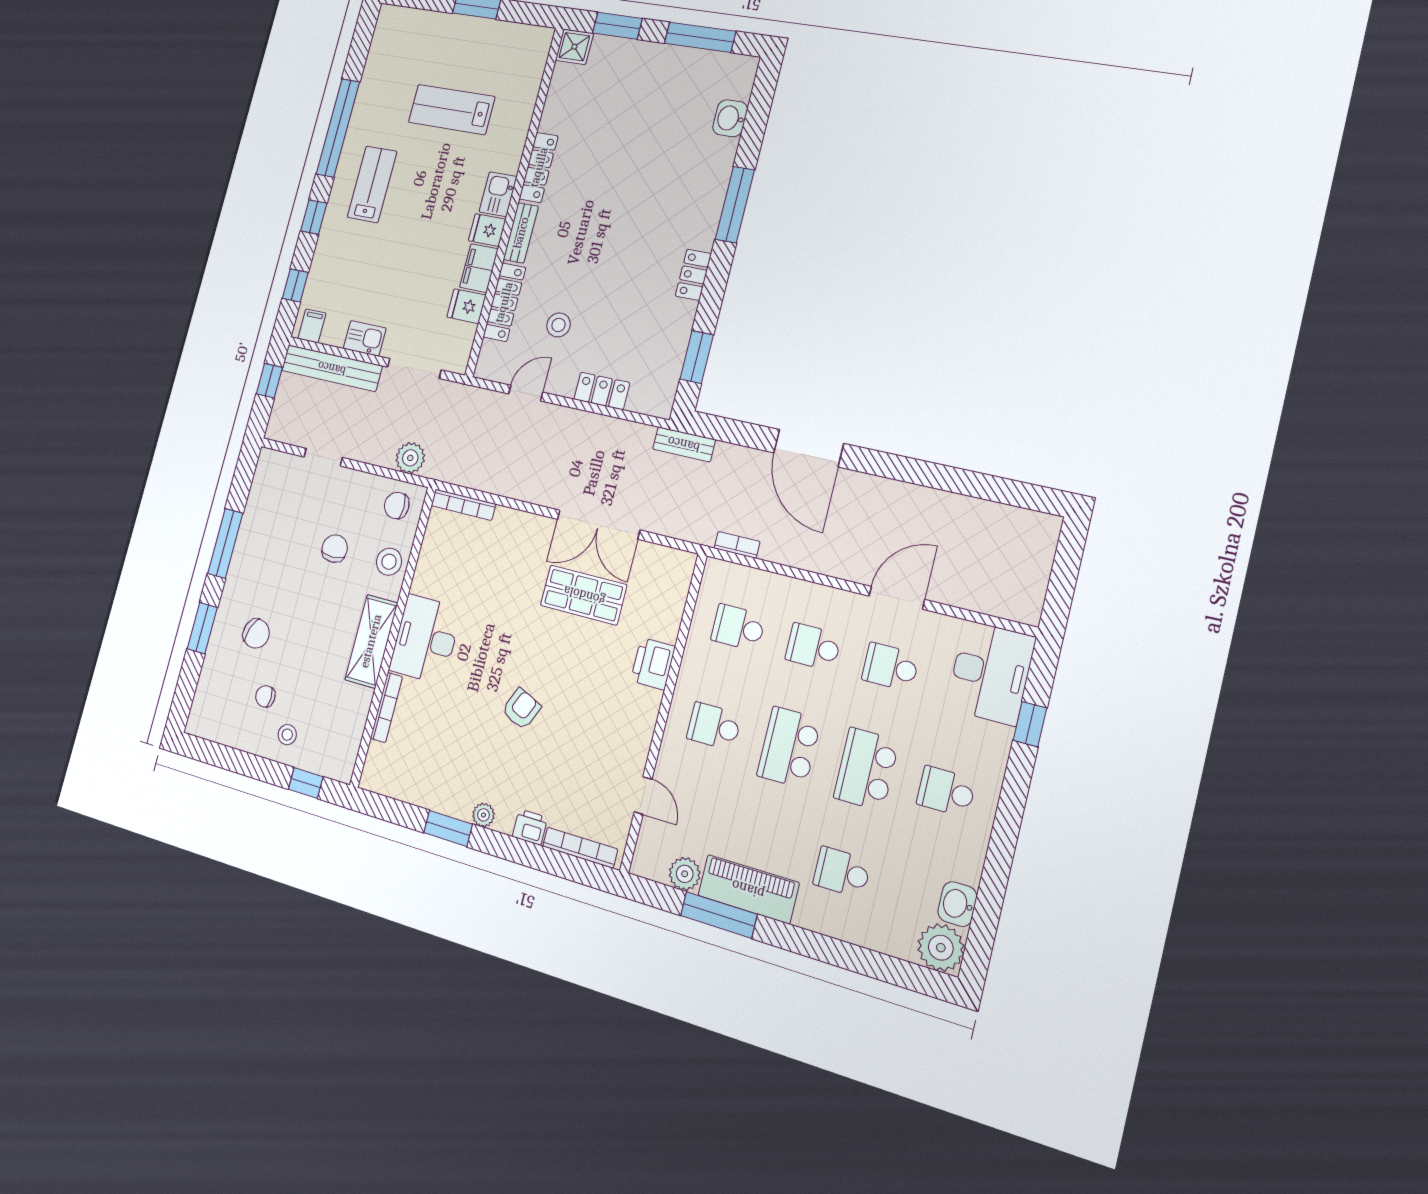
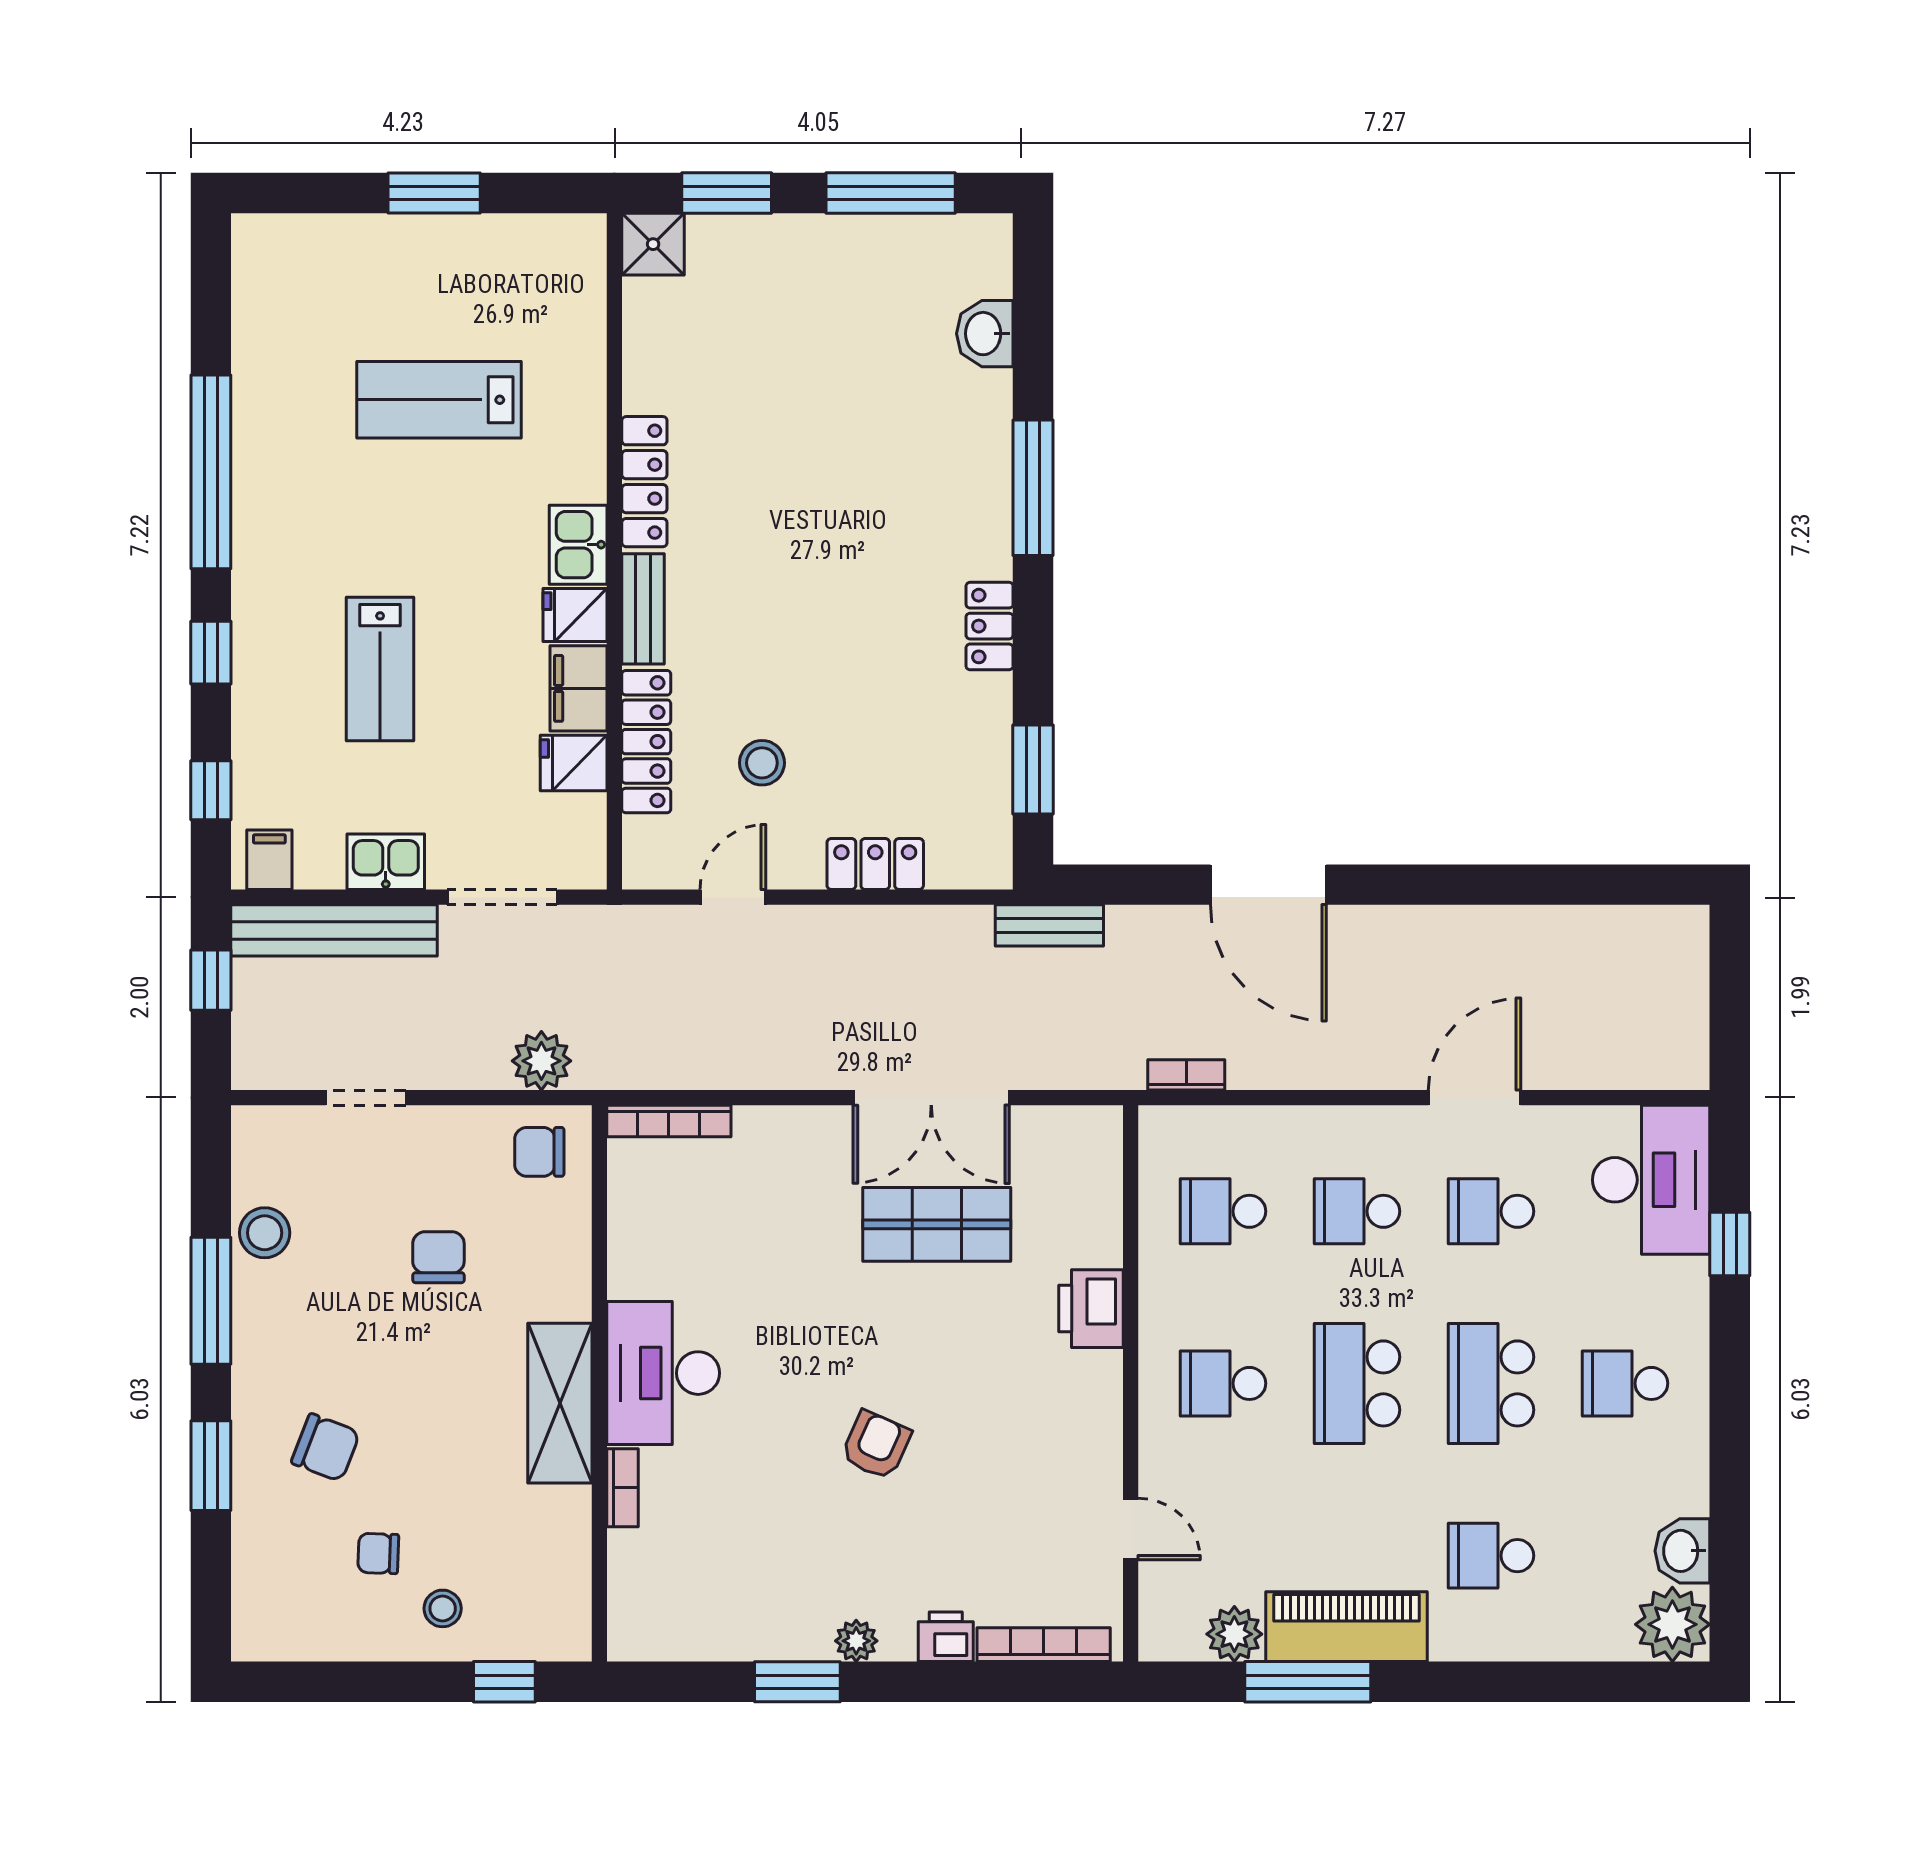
lab bench: (372, 184) -> (380, 669), moved, turned 180
stool: (389, 562) -> (265, 1233), moved
bookcase: (386, 707) -> (623, 1488), width x0.64

